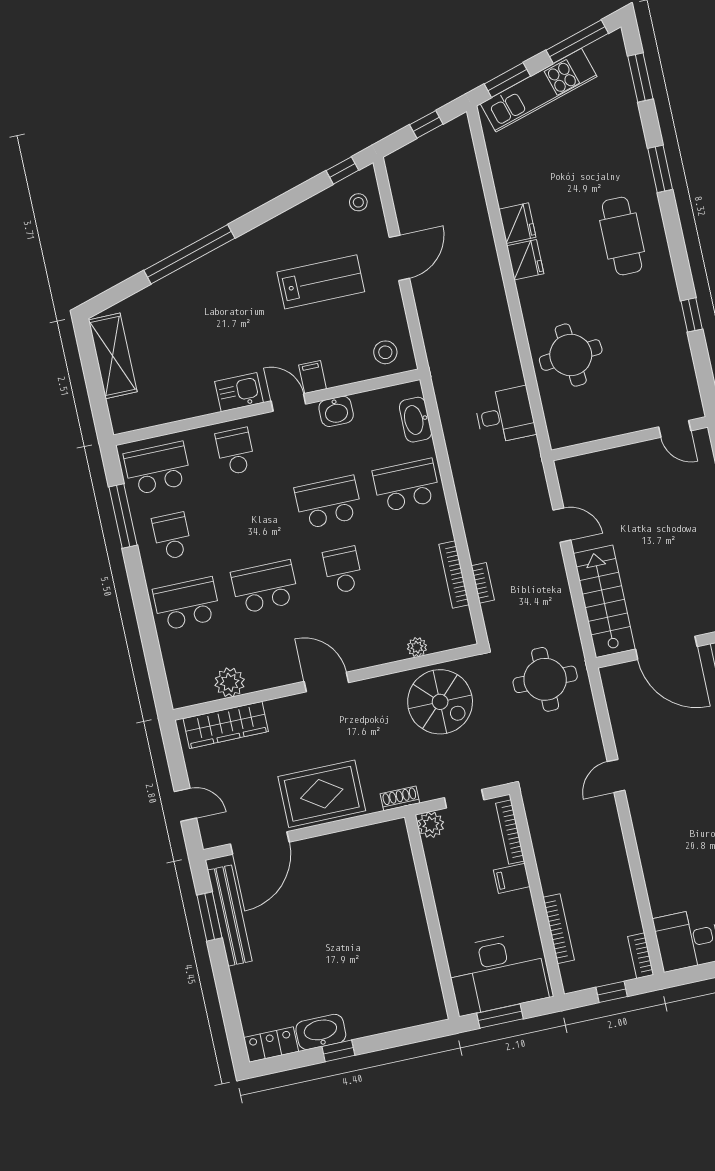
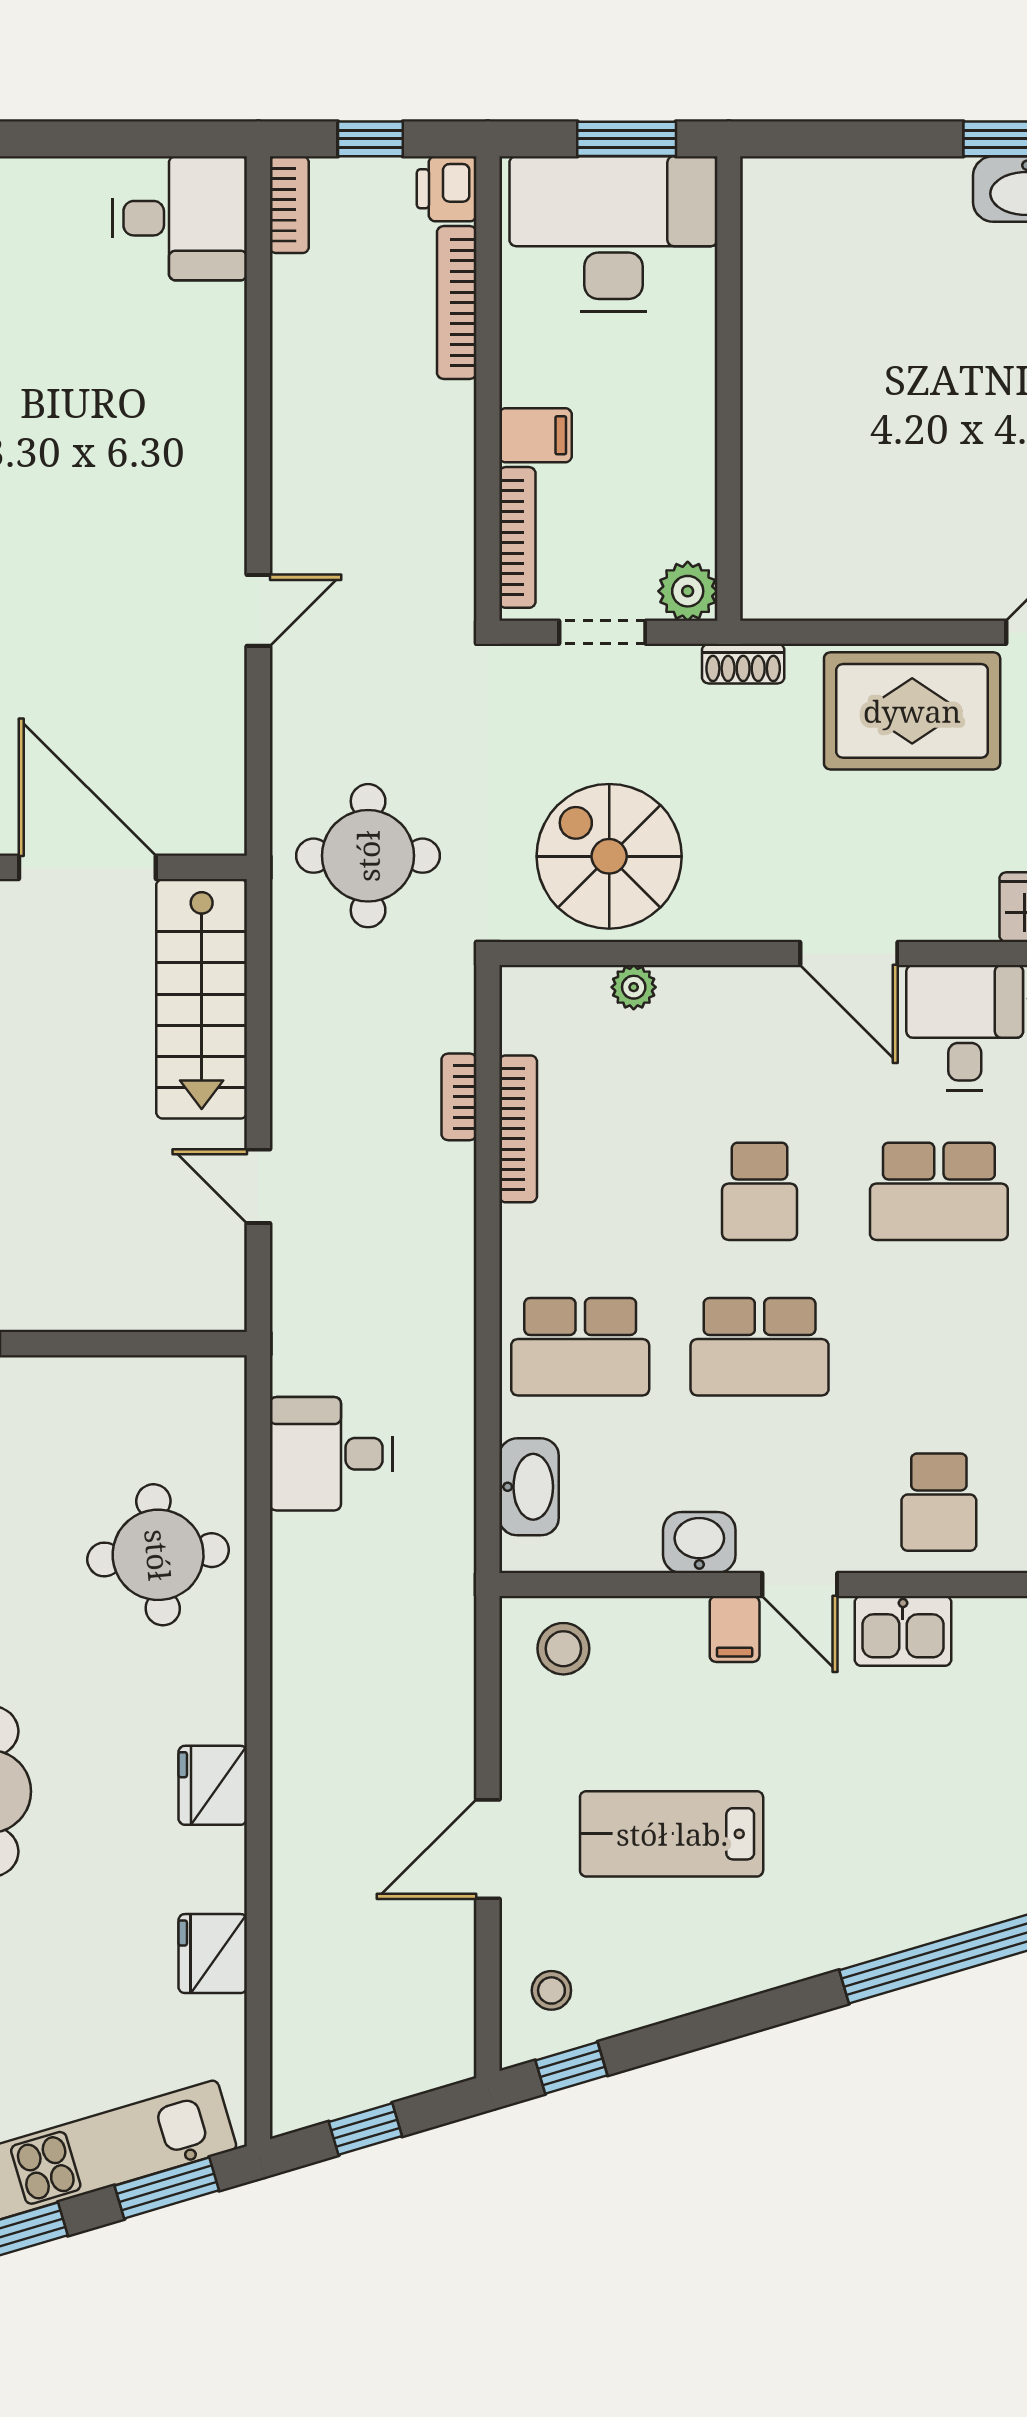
fridge: (517, 223) -> (213, 1954), moved
desk: (269, 661) -> (965, 1028), added
printer: (574, 977) -> (447, 189), added

